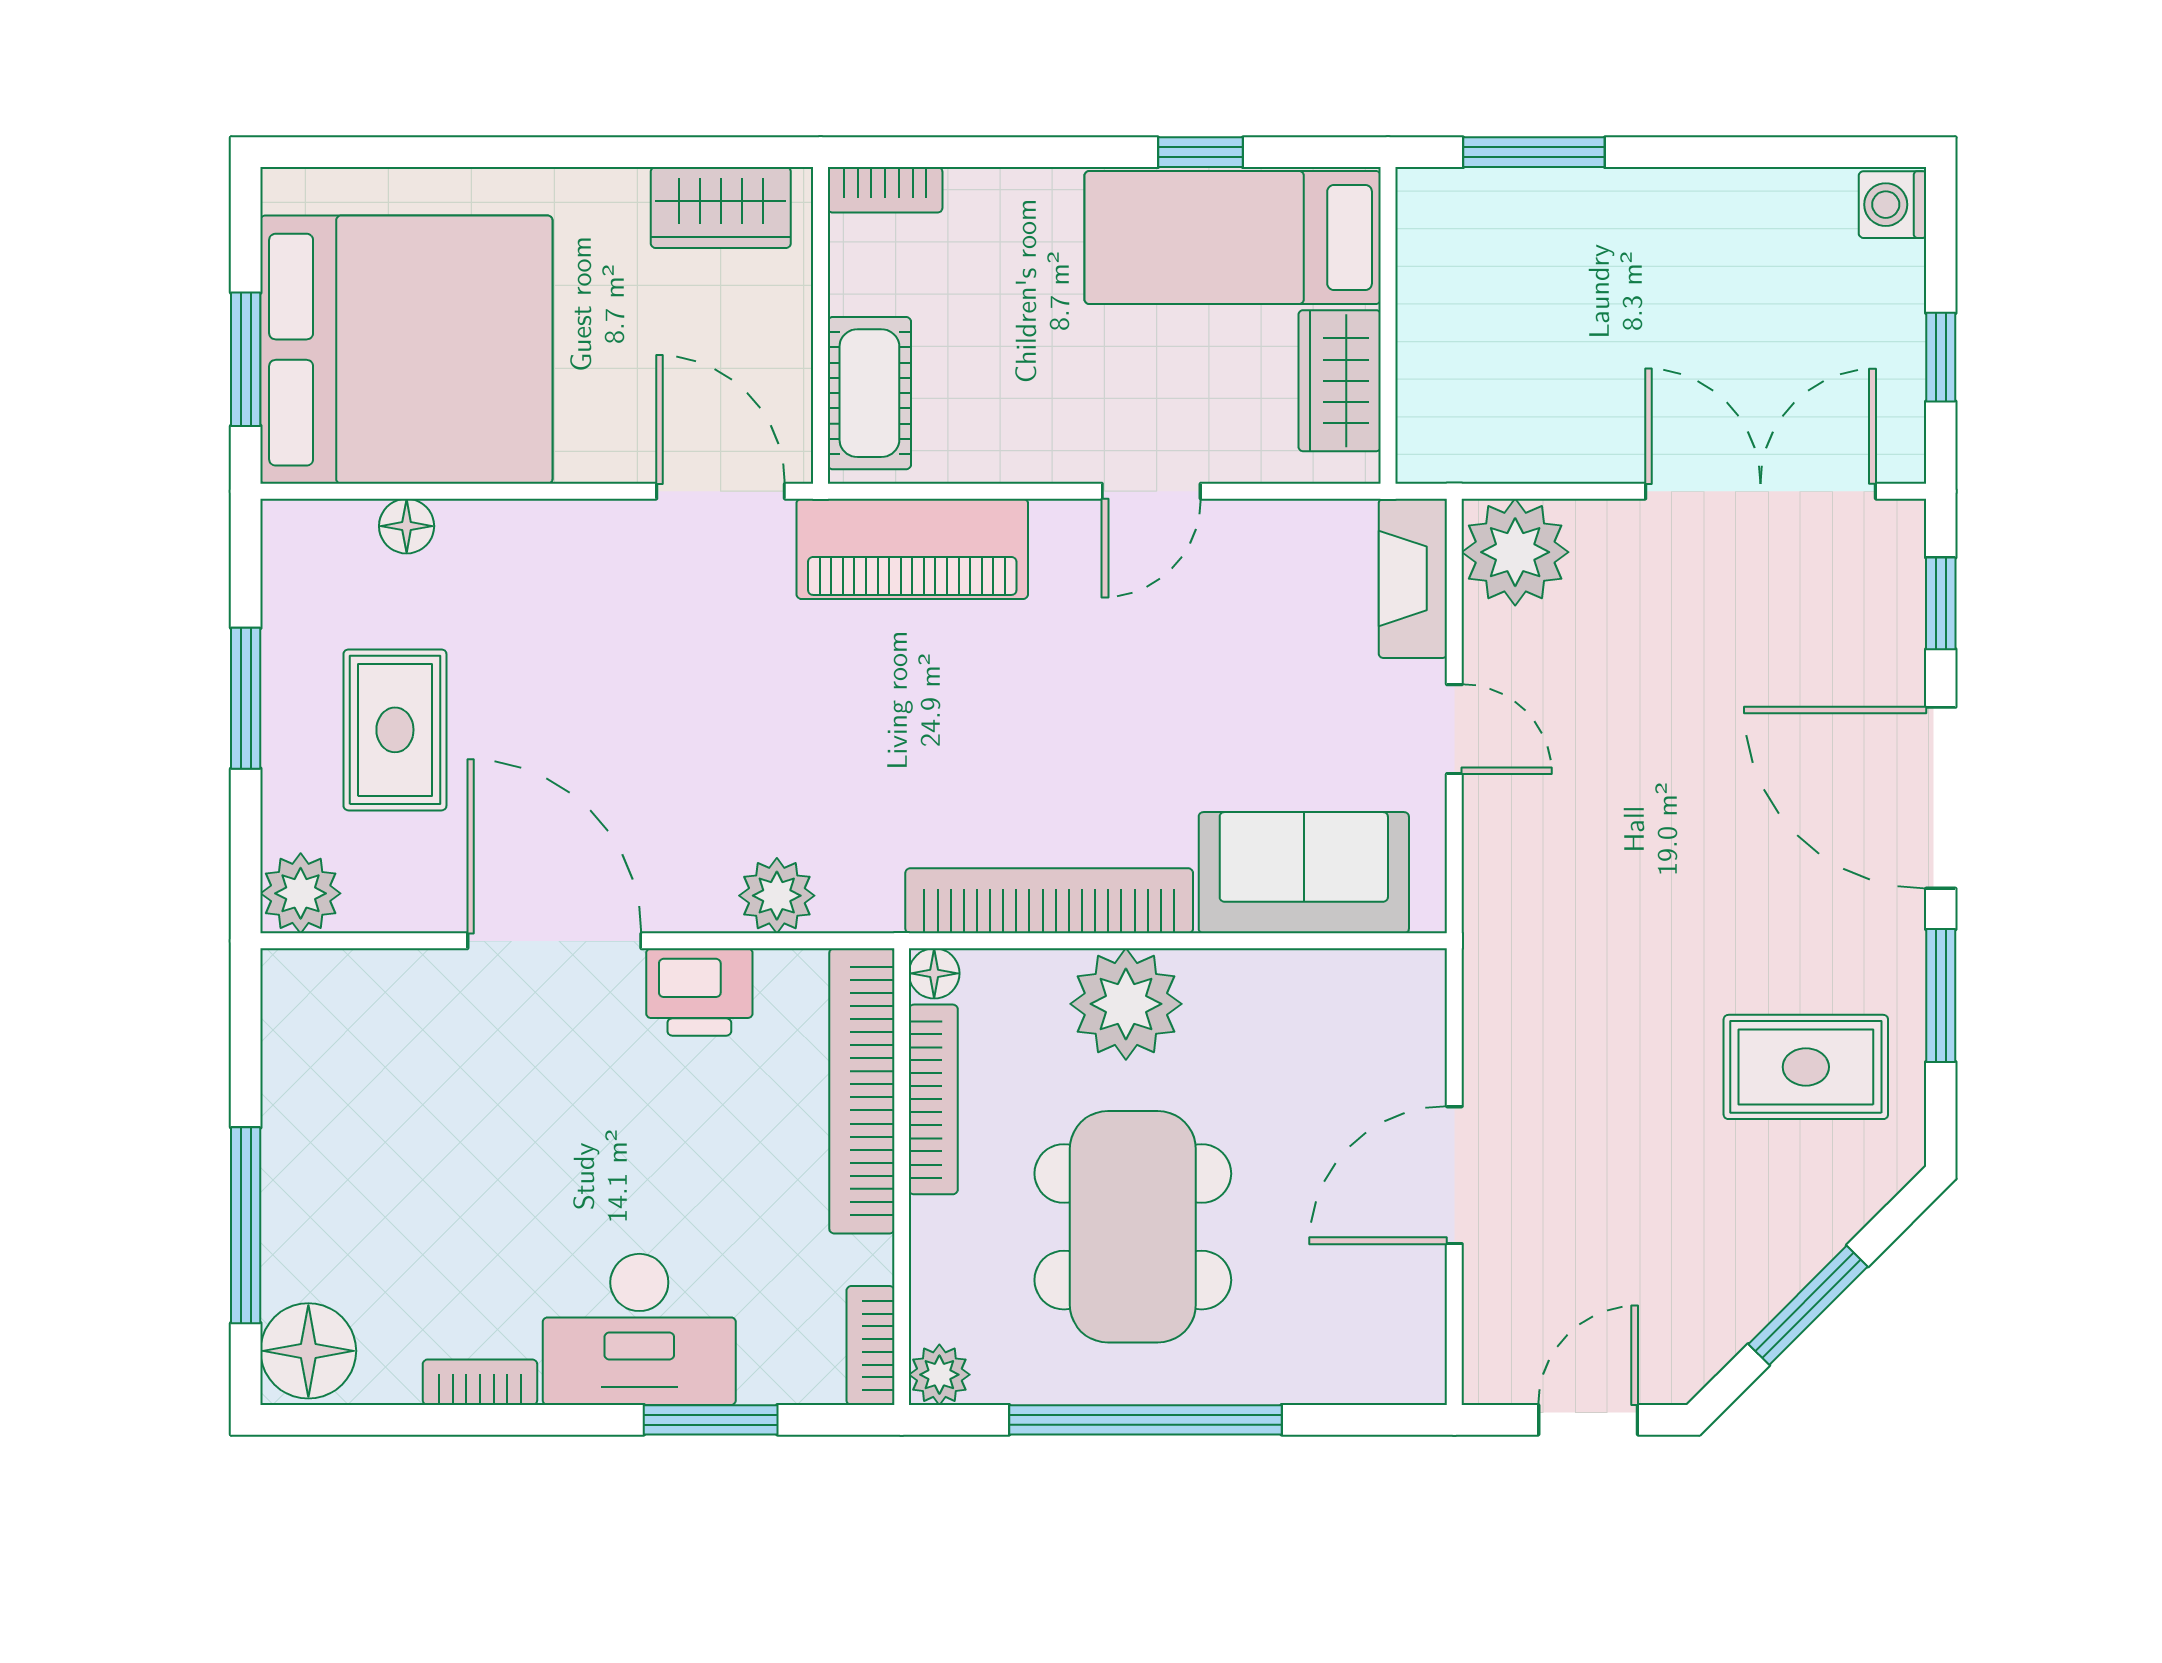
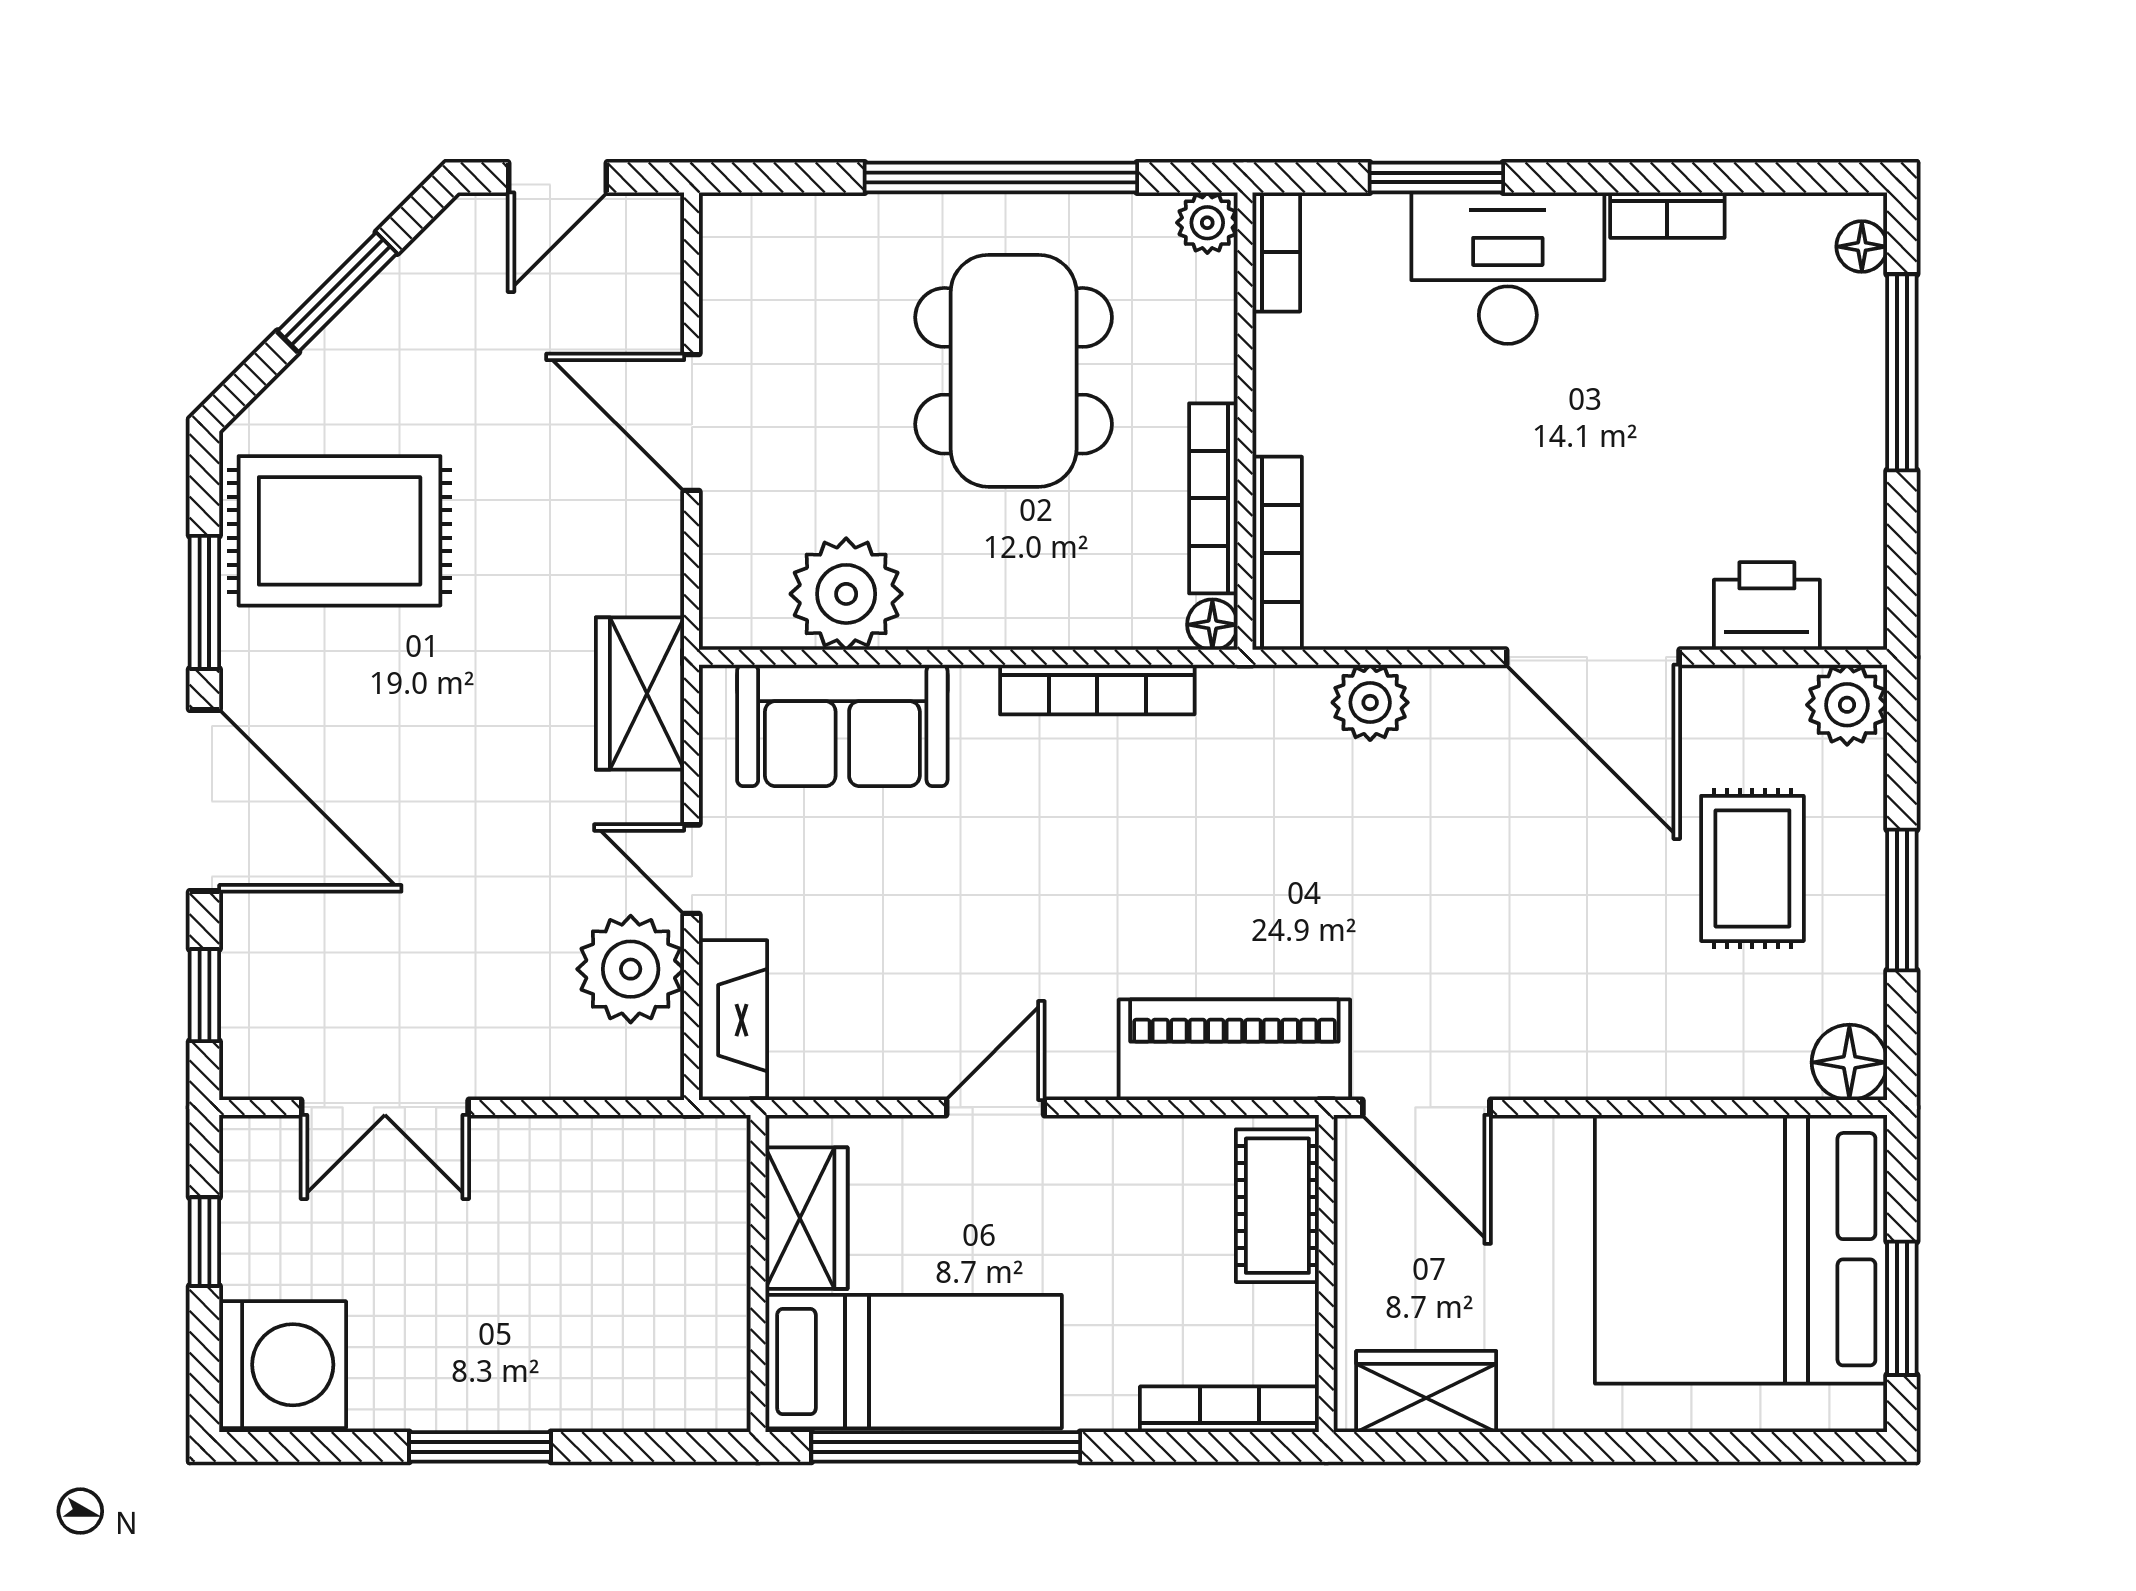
window: (1200, 152) -> (946, 1447), width x3.17
window: (1534, 152) -> (480, 1447), moved
bookcase: (885, 190) -> (1229, 1409), width x1.56
washing machine: (1892, 205) -> (283, 1365), width x1.89, depth x1.89
window: (246, 359) -> (1902, 1308), moved
double door: (1761, 491) -> (385, 1107), width x0.73
floor lamp: (407, 526) -> (1849, 1062), moved, width x1.37, depth x1.37
plant: (1515, 552) -> (631, 969), moved
bookcase: (1049, 901) -> (1097, 690), width x0.68, depth x0.76
wardrobe: (1506, 905) -> (640, 693), added
printer: (699, 992) -> (1767, 606), moved
plant: (1126, 1004) -> (846, 594), moved
rug: (1806, 1067) -> (340, 531), width x1.36, depth x1.43
bookcase: (862, 1091) -> (1277, 553), width x0.68, depth x0.76
door: (1454, 1175) -> (692, 422), swing flipped
floor lamp: (308, 1351) -> (1862, 247), width x0.53, depth x0.53

